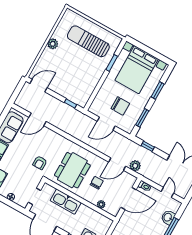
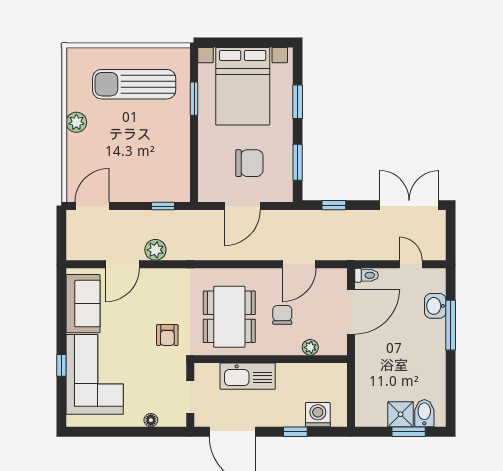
plant: (135, 166) -> (155, 250), moved

